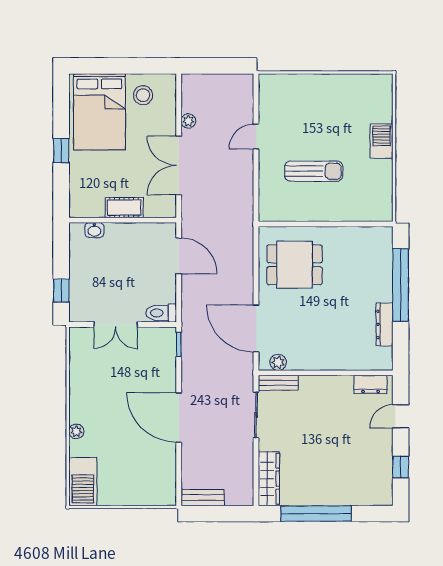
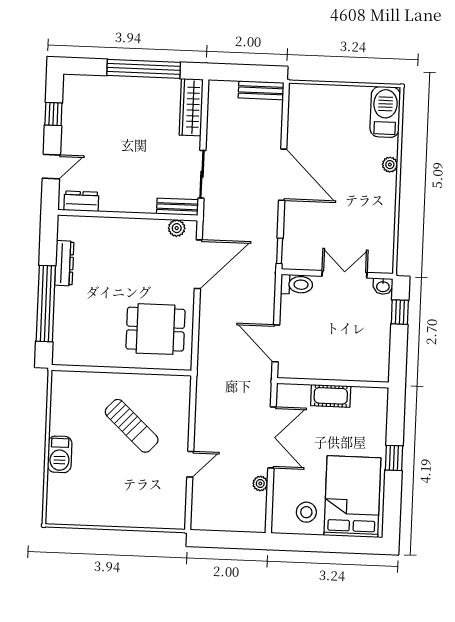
sun lounger: (314, 171) -> (132, 426), turned -137
washbasin: (94, 230) -> (383, 286), moved, turned 180
door: (256, 329) -> (198, 264), hinge flipped

